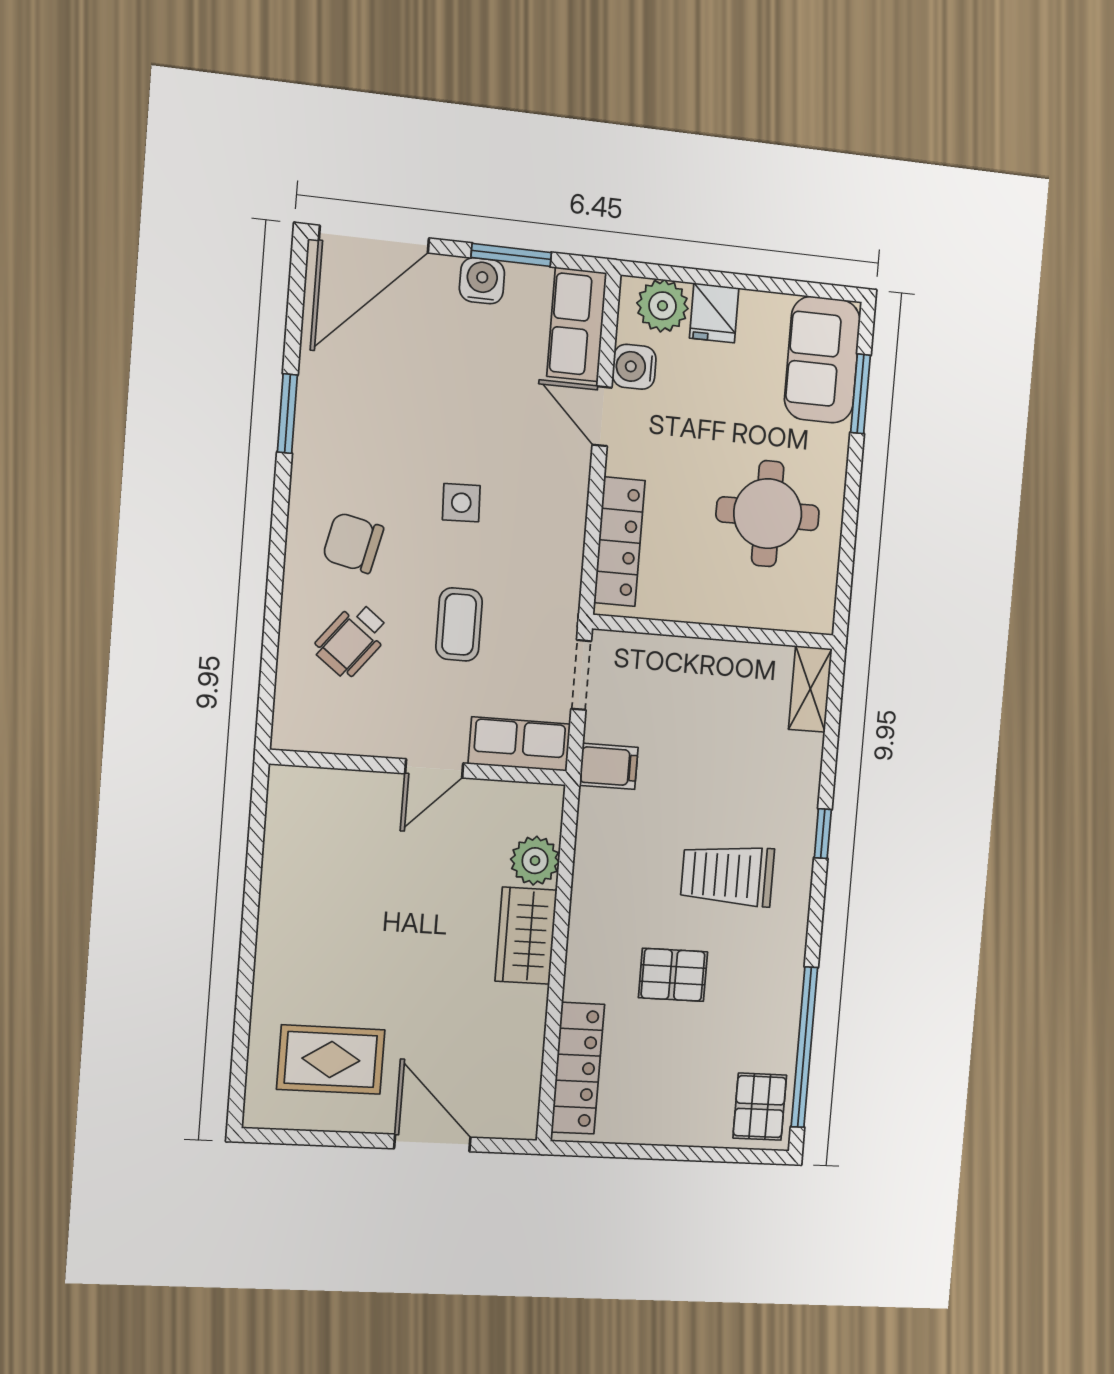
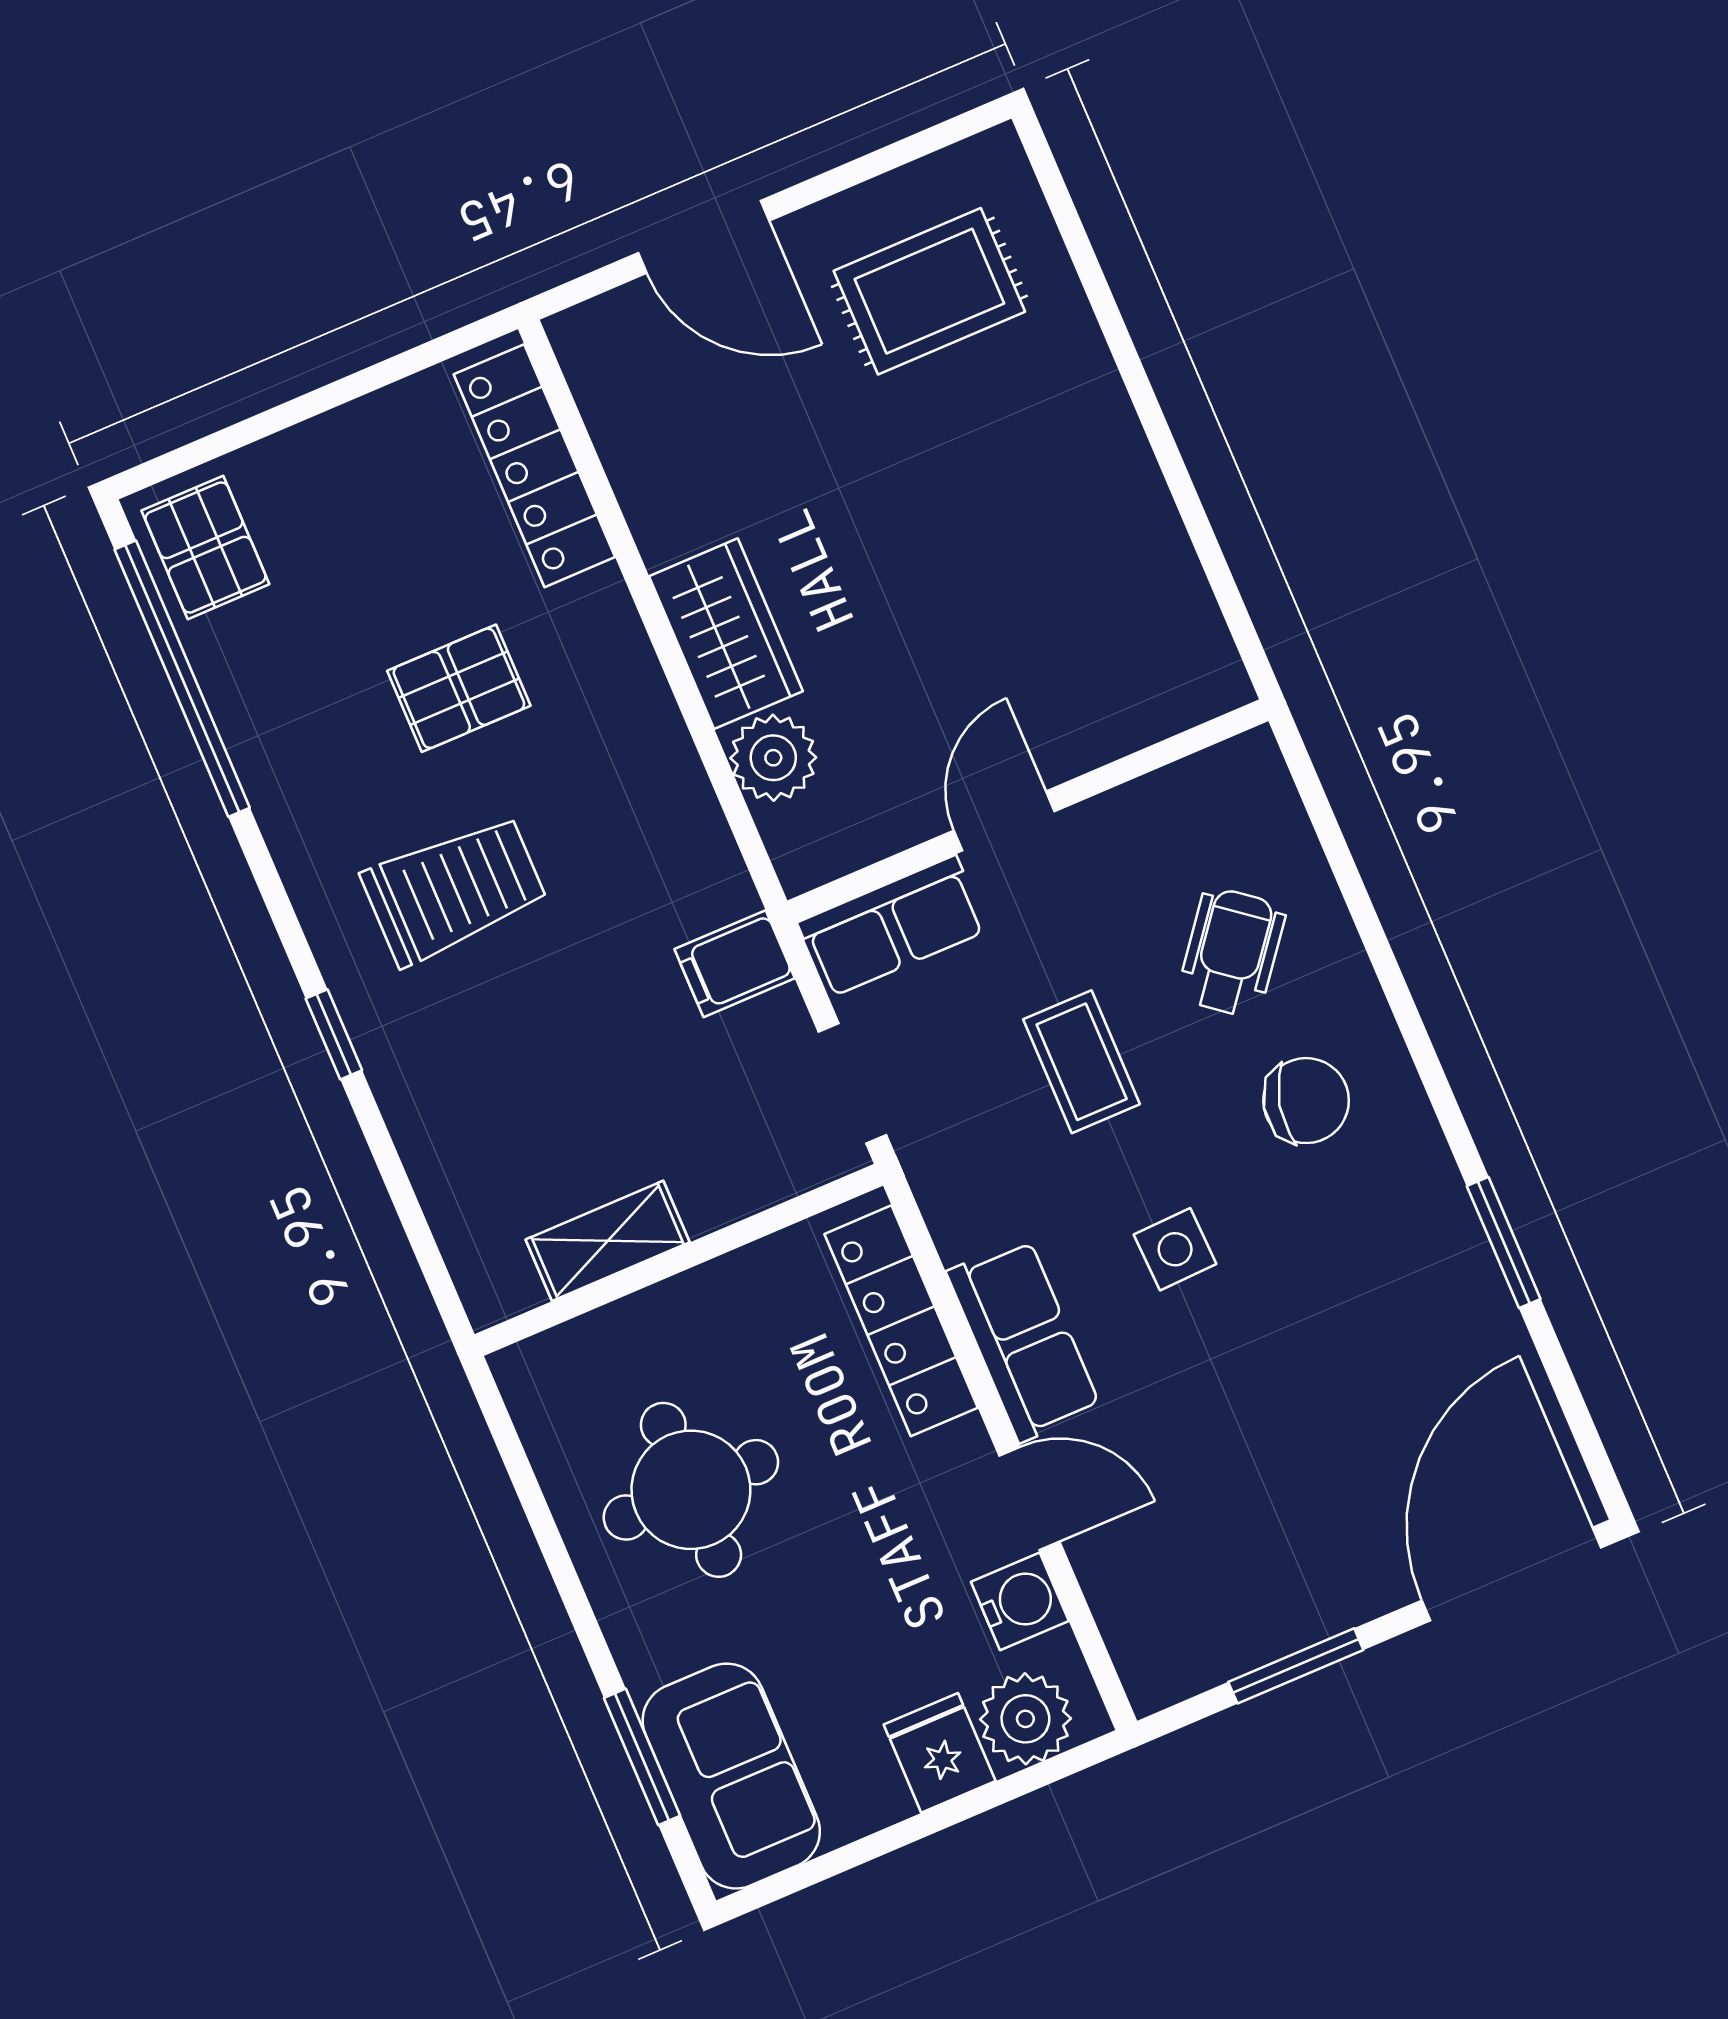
water cooler: (482, 281) -> (1319, 1602), removed
row of seats: (577, 325) -> (1024, 1340), moved
shelving: (810, 689) -> (608, 1241), moved, turned 90

